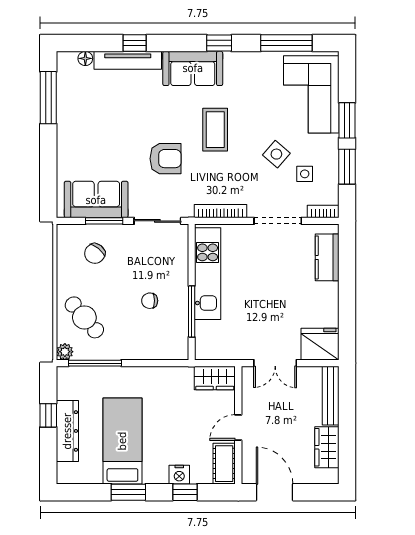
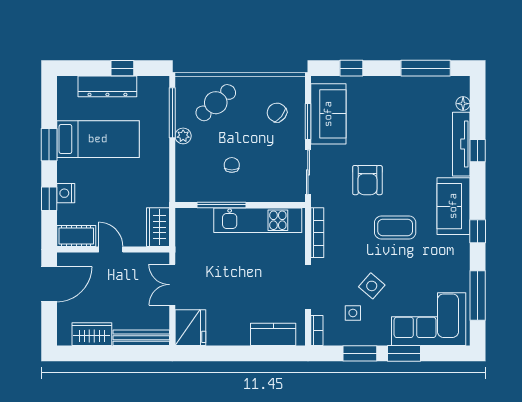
window: (48, 175) -> (351, 68), added
plant: (65, 352) -> (183, 136), moved

